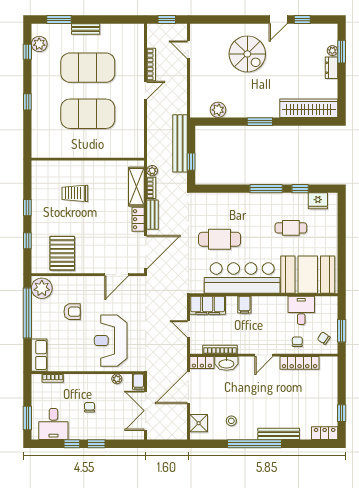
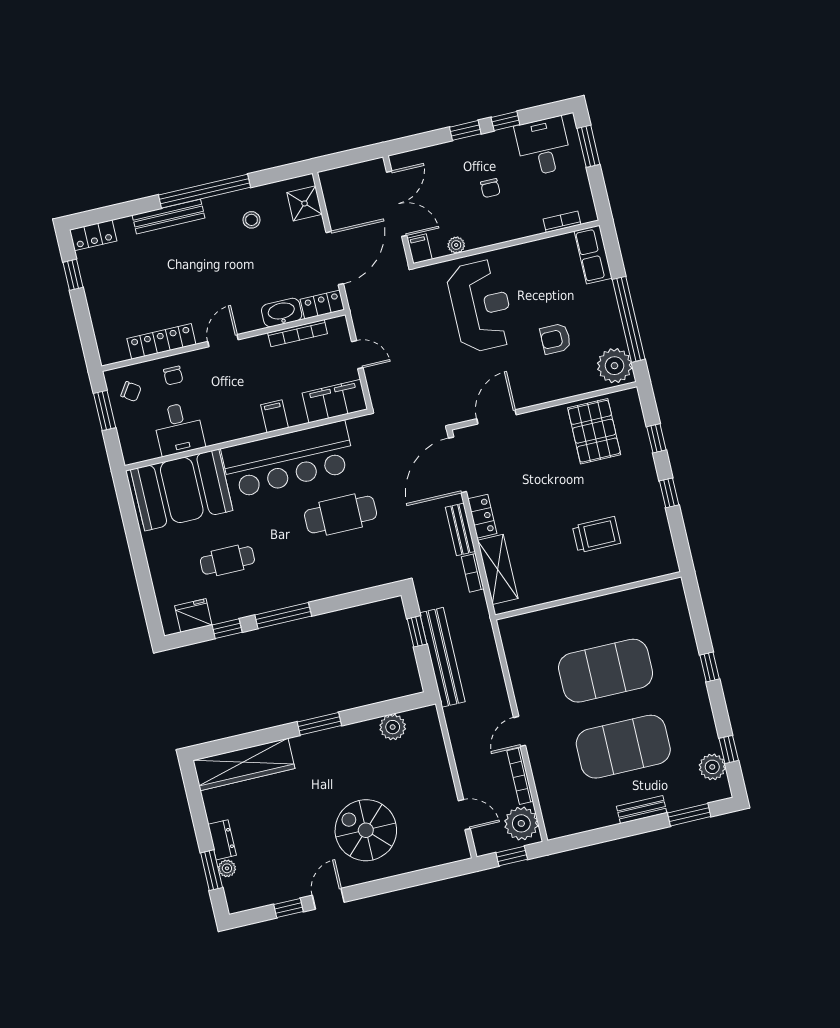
plant: (152, 171) -> (521, 823), moved, width x1.87, depth x1.87

